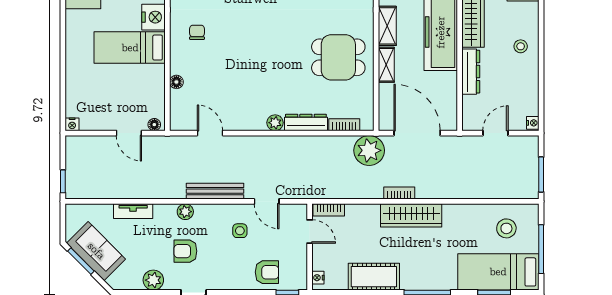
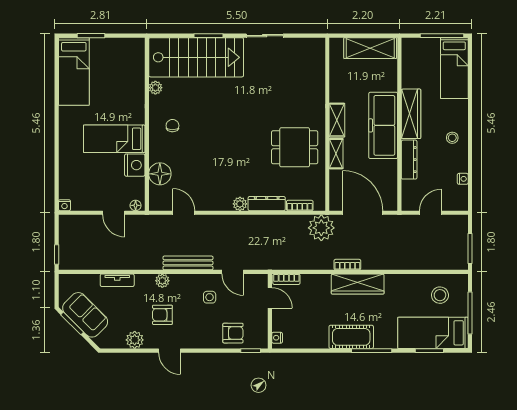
nightstand: (153, 17) -> (135, 165), moved
floor lamp: (176, 82) -> (160, 174), width x1.89, depth x1.89
nightstand: (533, 123) -> (463, 179), moved
cot: (374, 277) -> (351, 337), moved

